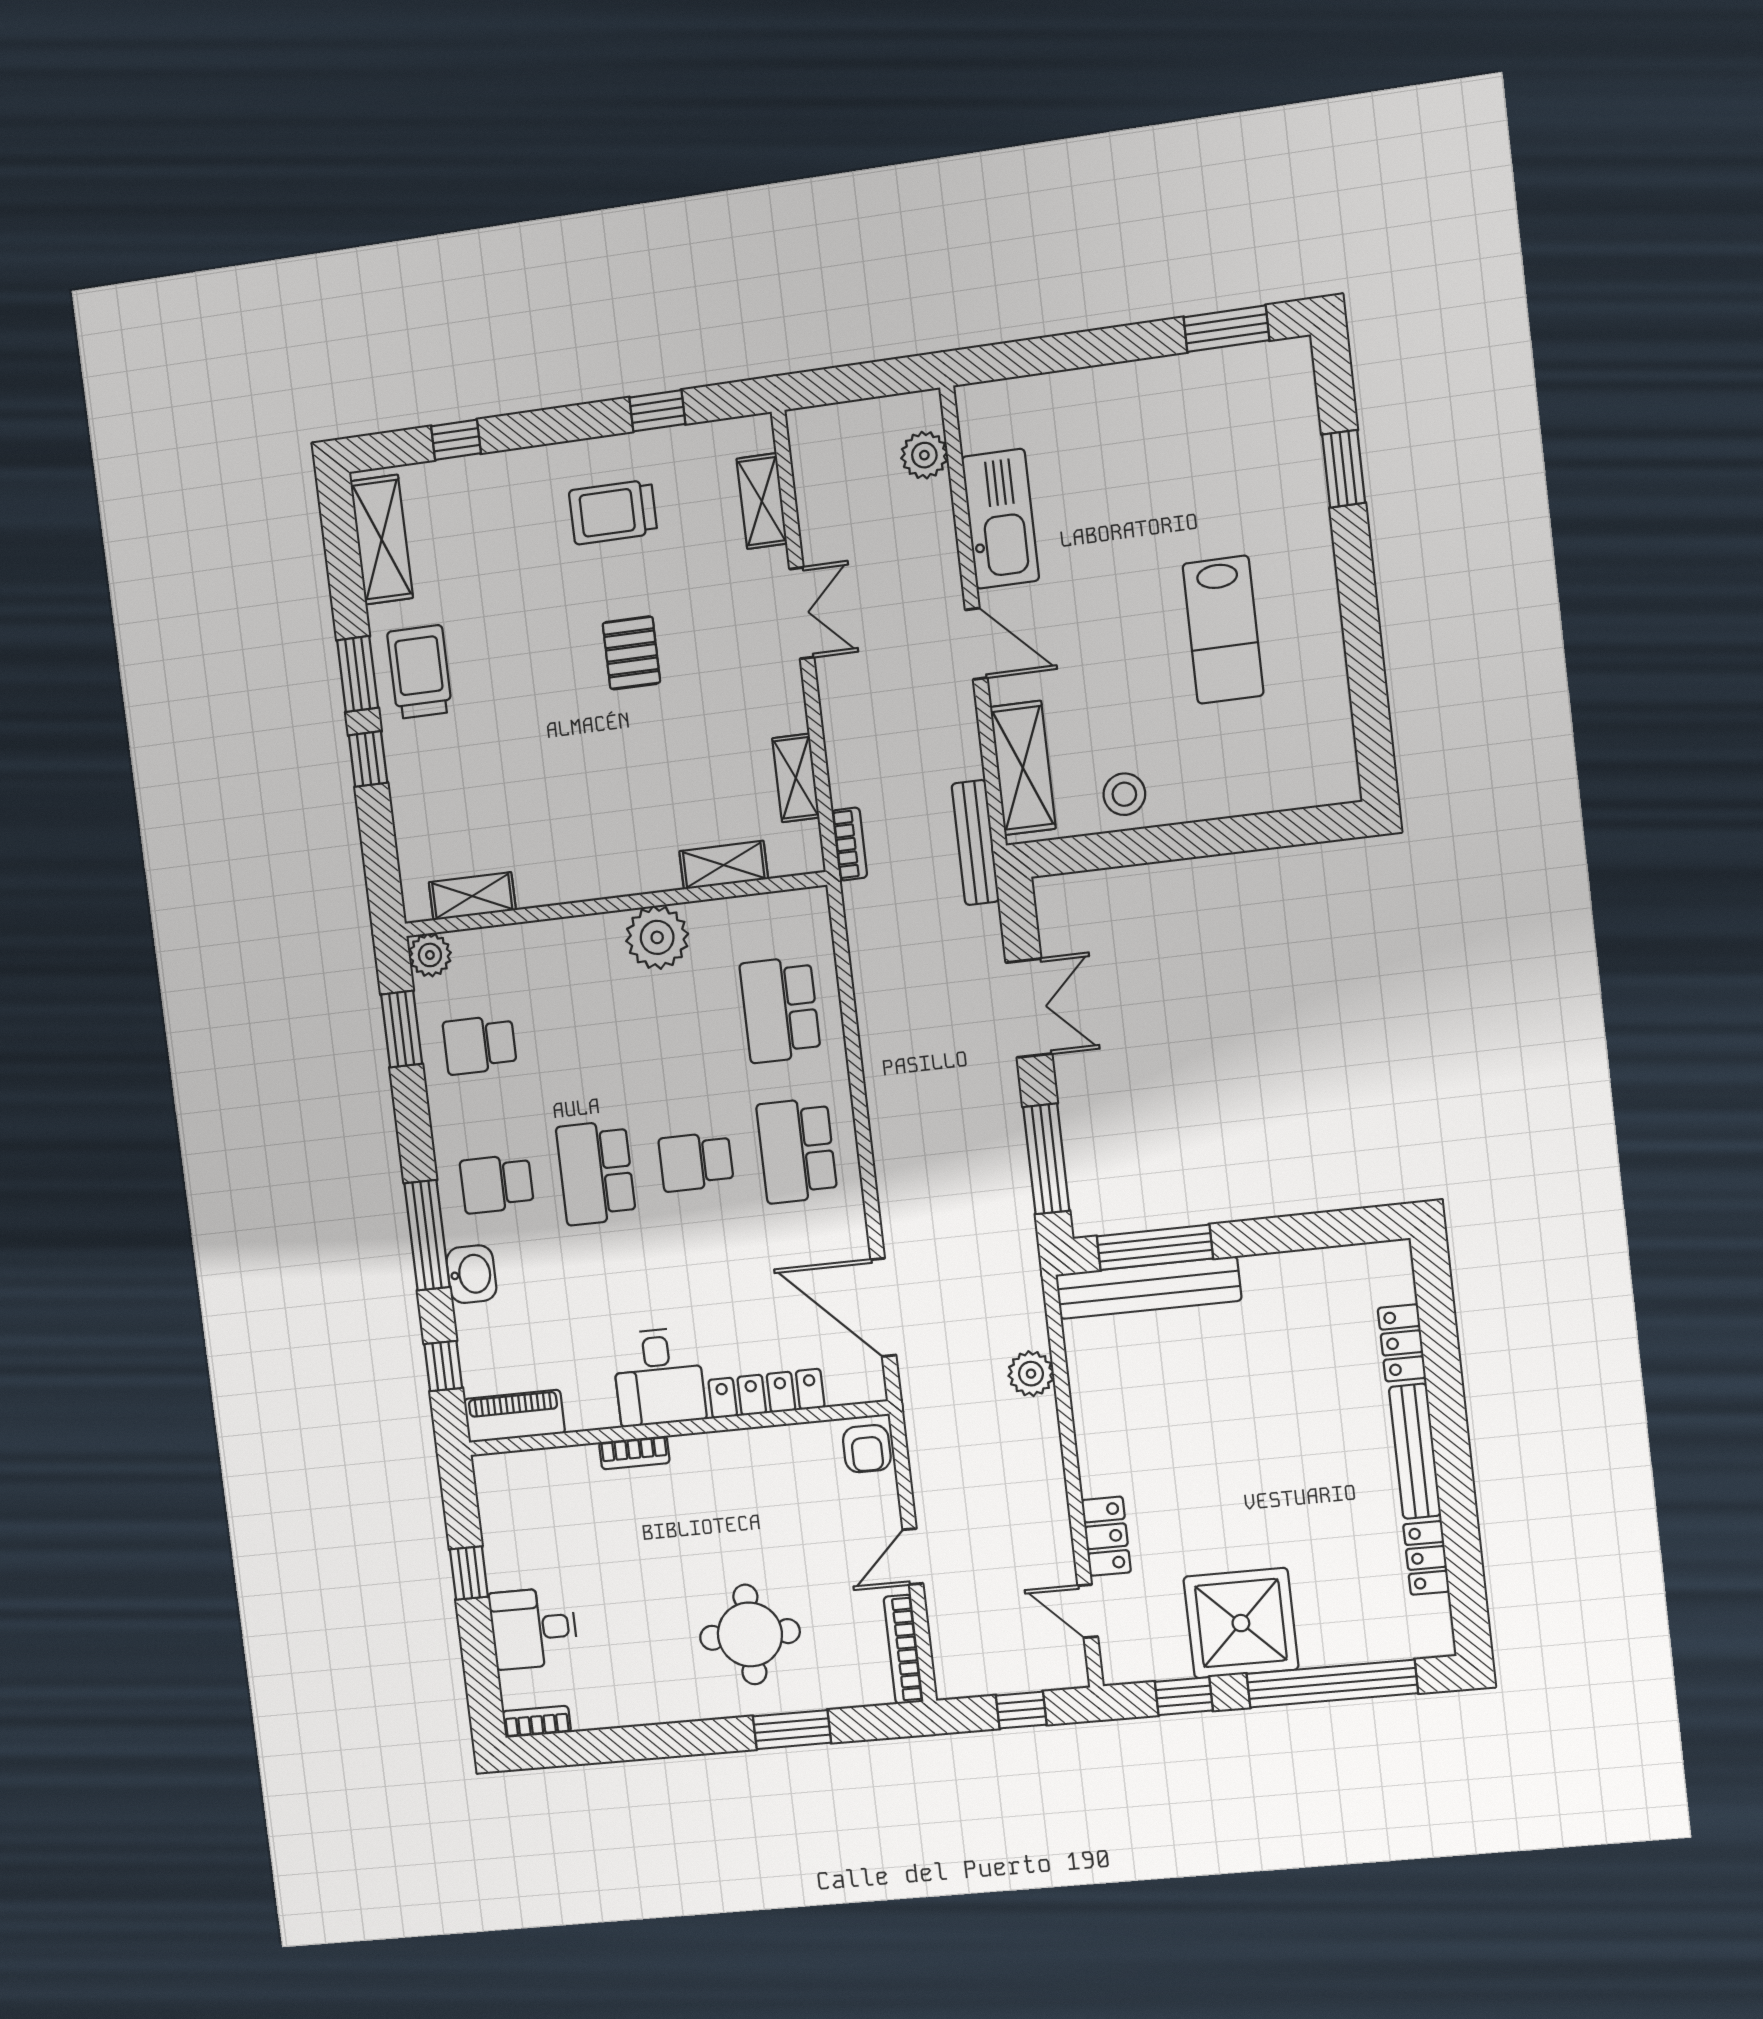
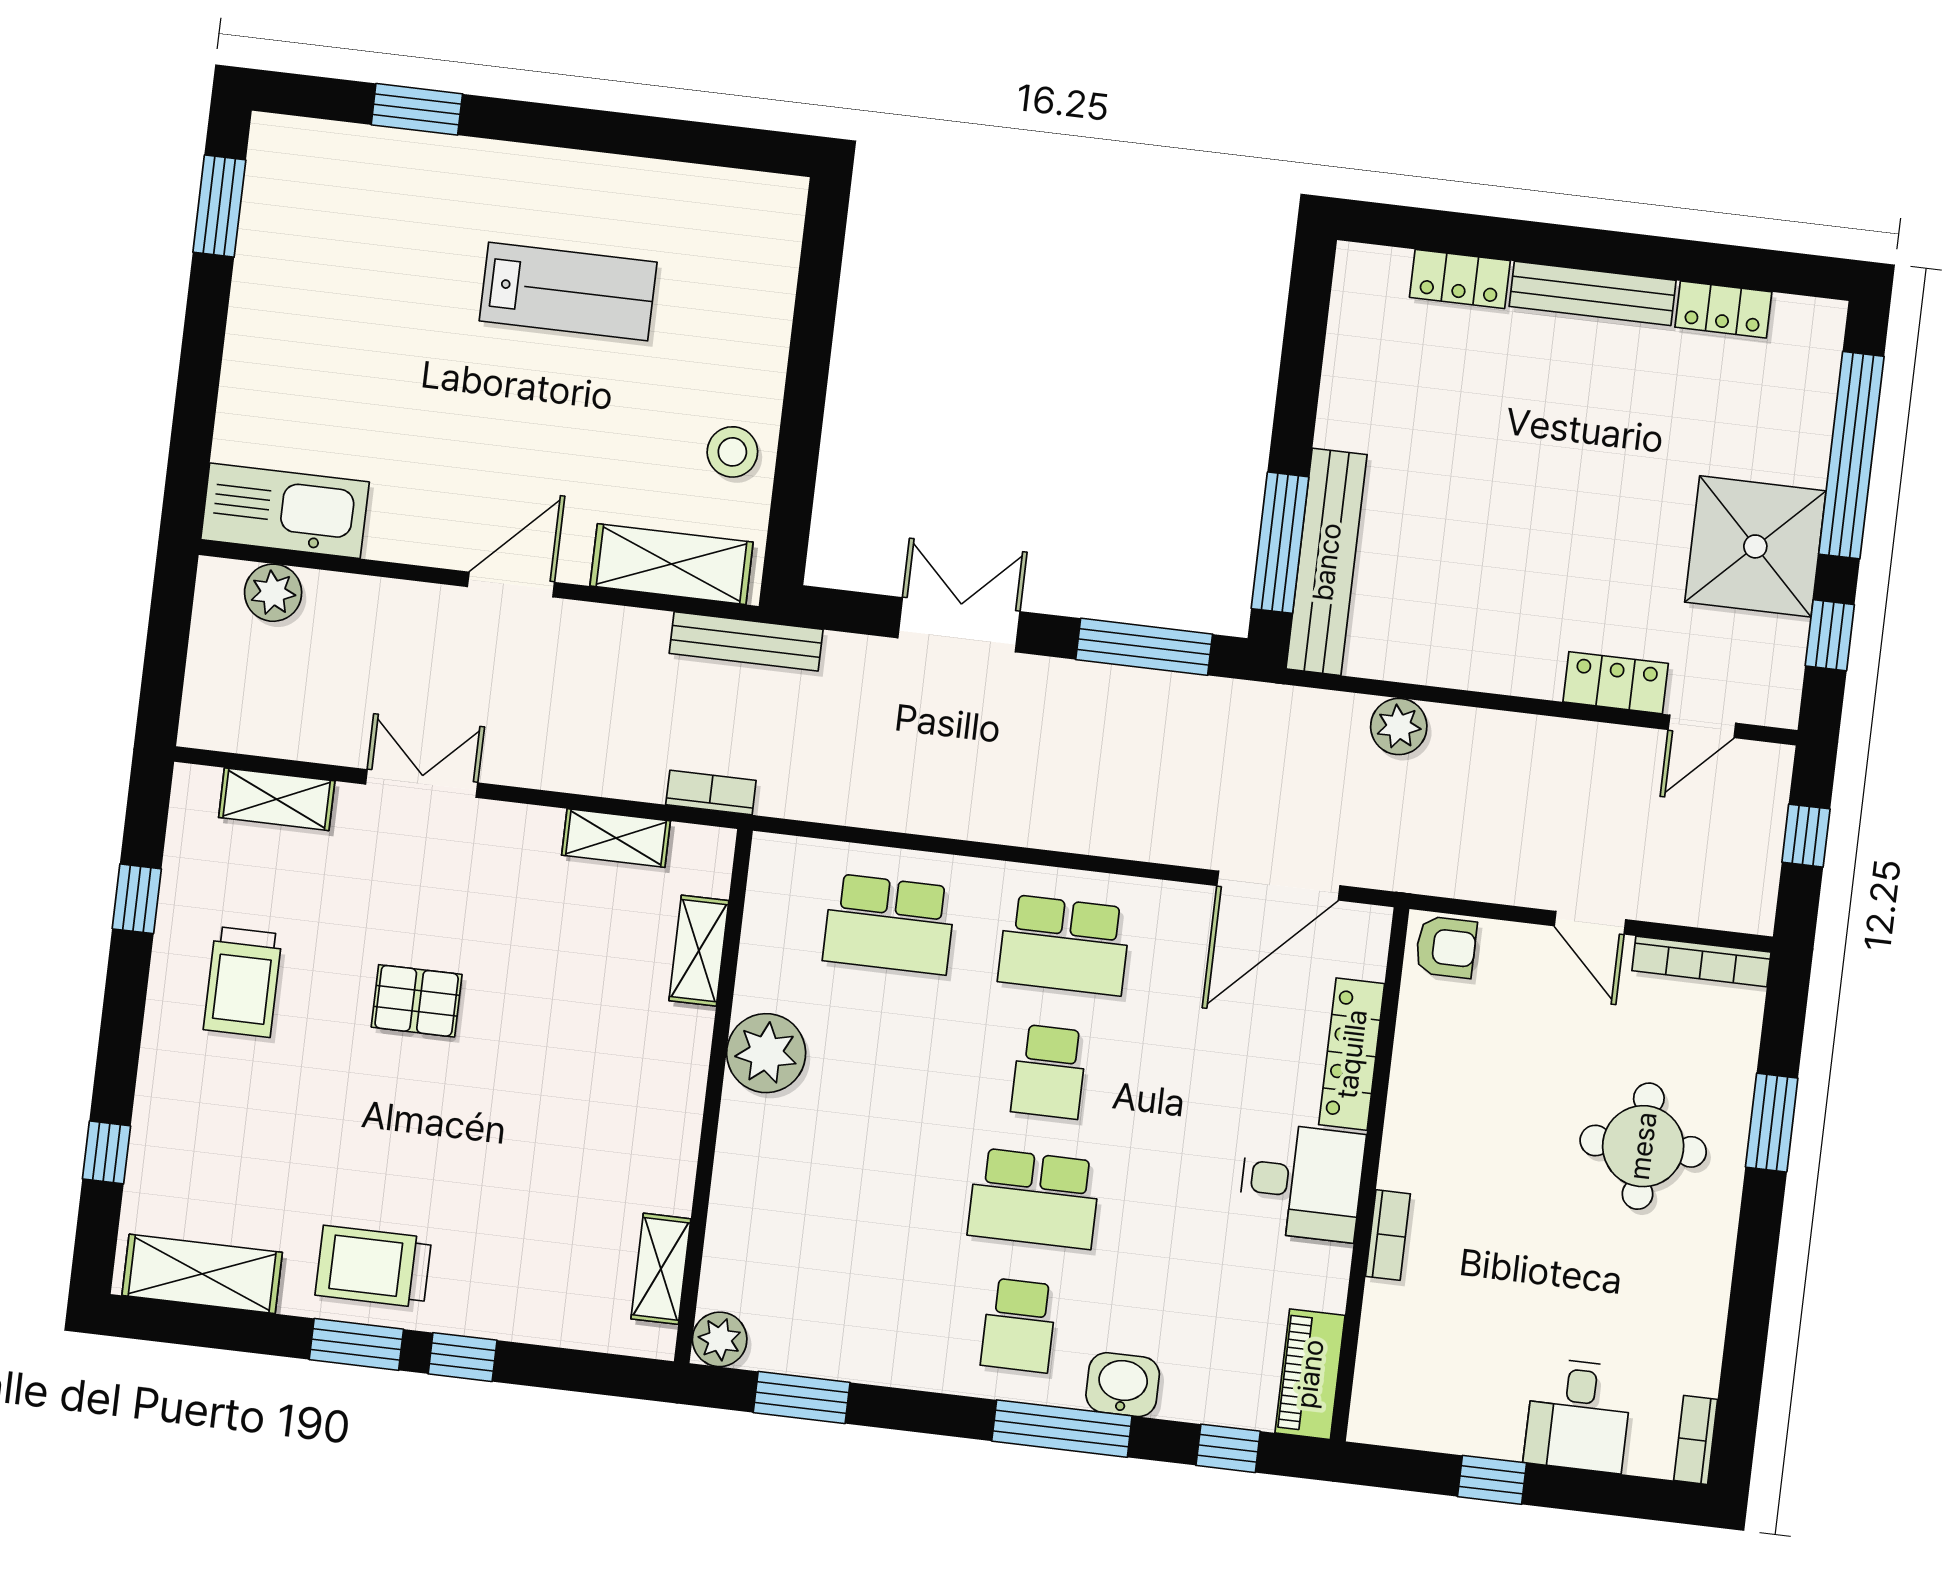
kitchen sink: (1000, 519) -> (285, 511), moved
school desk: (480, 1045) -> (844, 1304), removed

